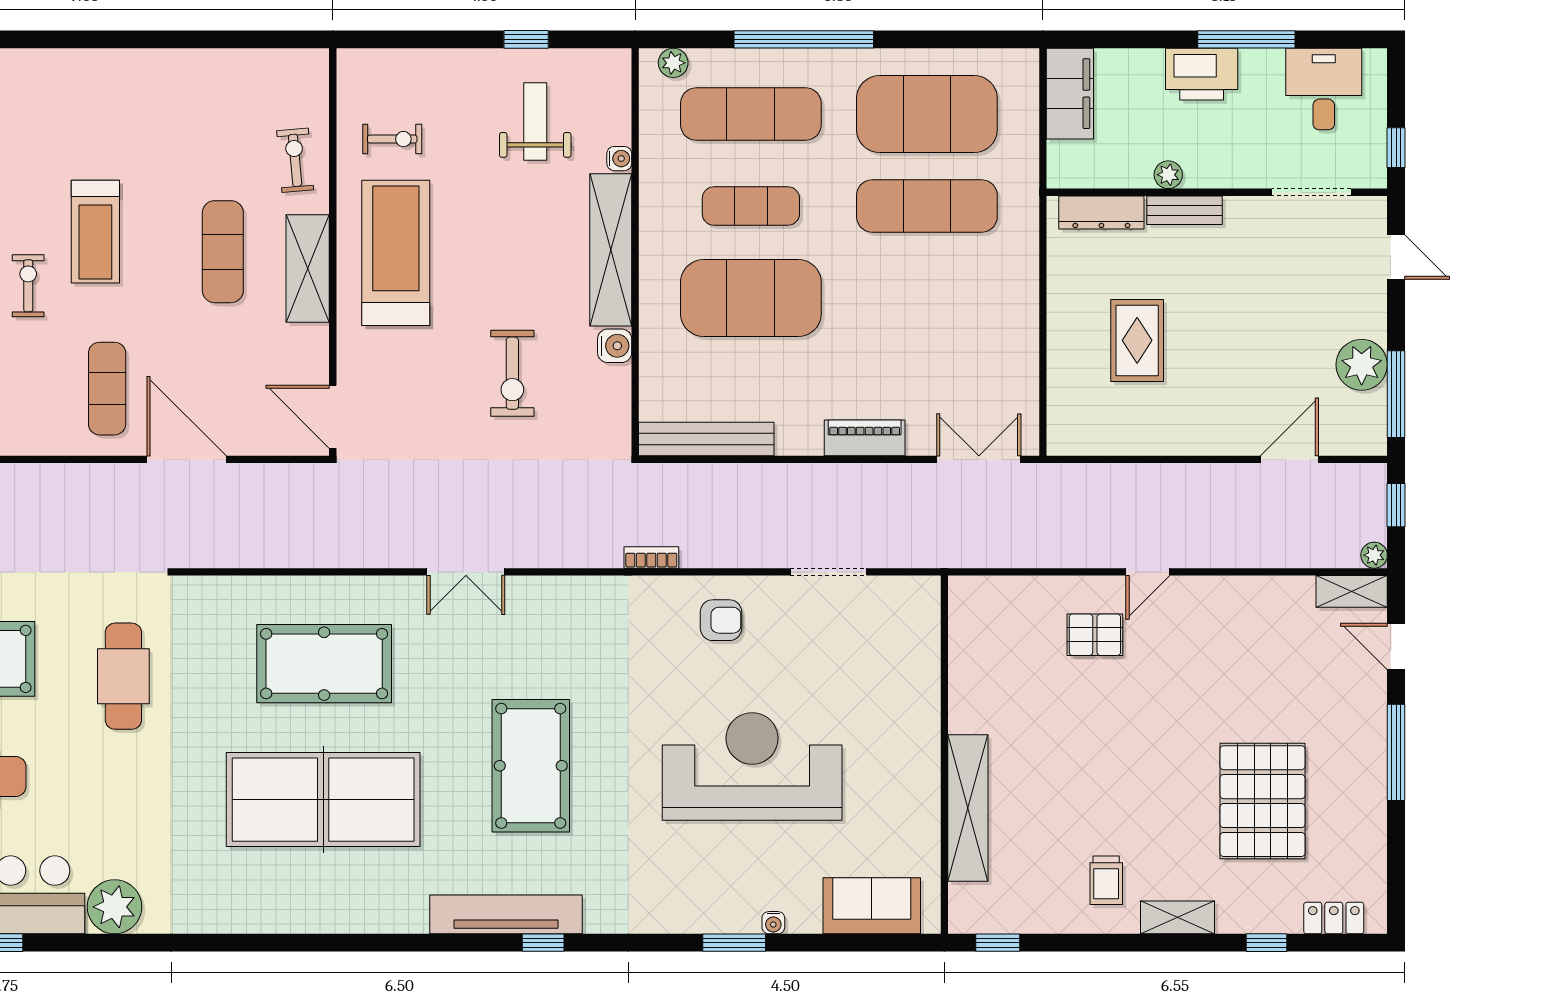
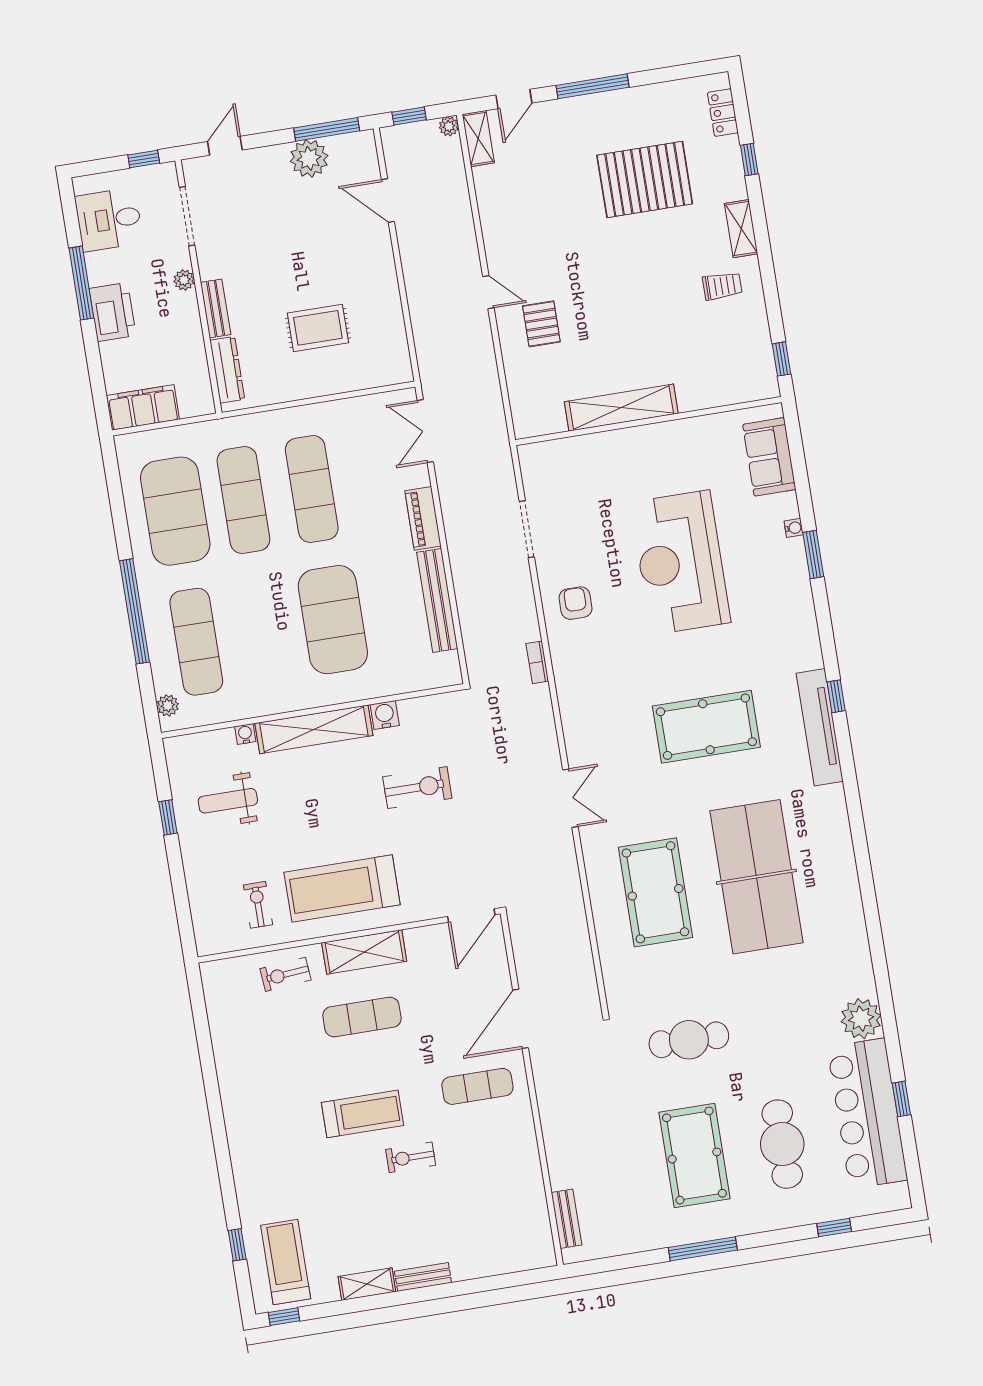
plant: (1168, 175) -> (184, 280), moved
exercise mat: (751, 206) -> (312, 489), moved, width x1.36, depth x1.45
bench: (706, 439) -> (437, 600), moved
shelving: (968, 808) -> (621, 408), moved

